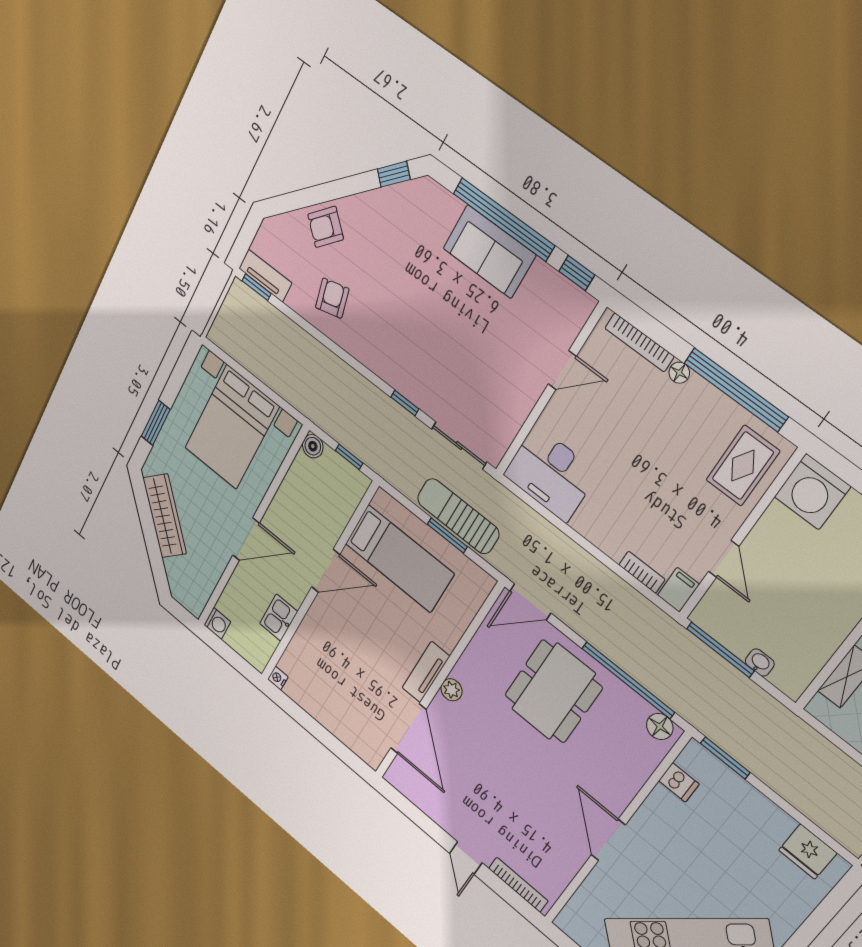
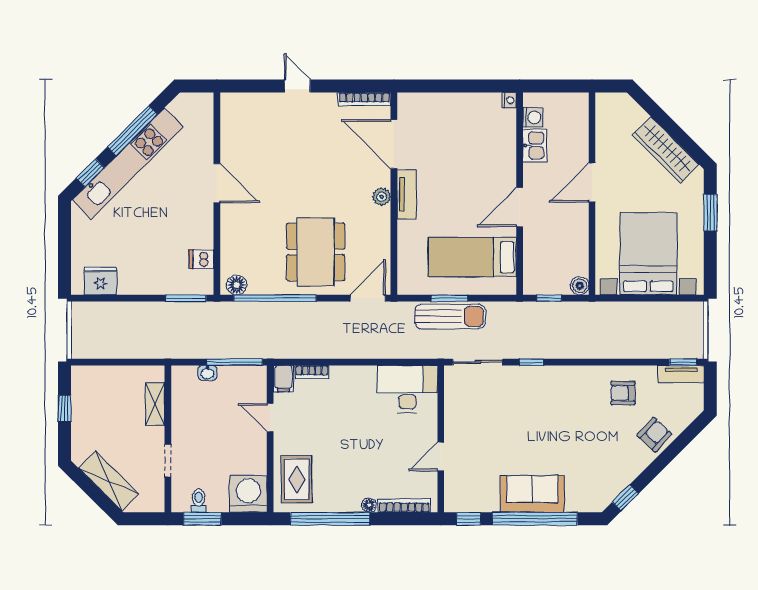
armchair: (332, 298) -> (623, 393), turned 104
washing machine: (217, 623) -> (533, 117), moved, turned 180
bookcase: (518, 885) -> (364, 99), moved

